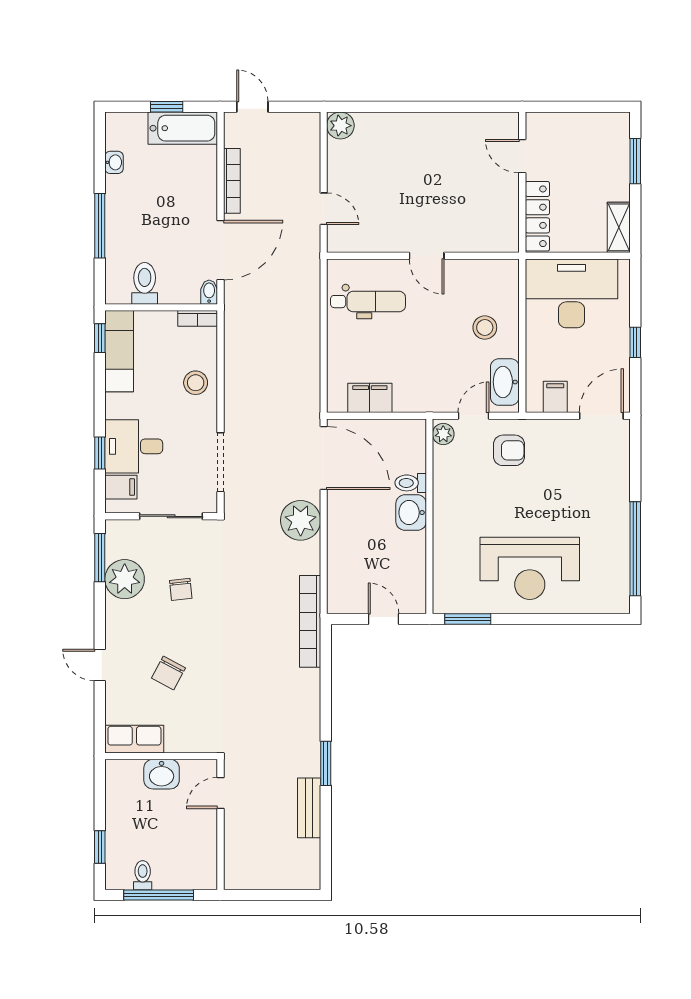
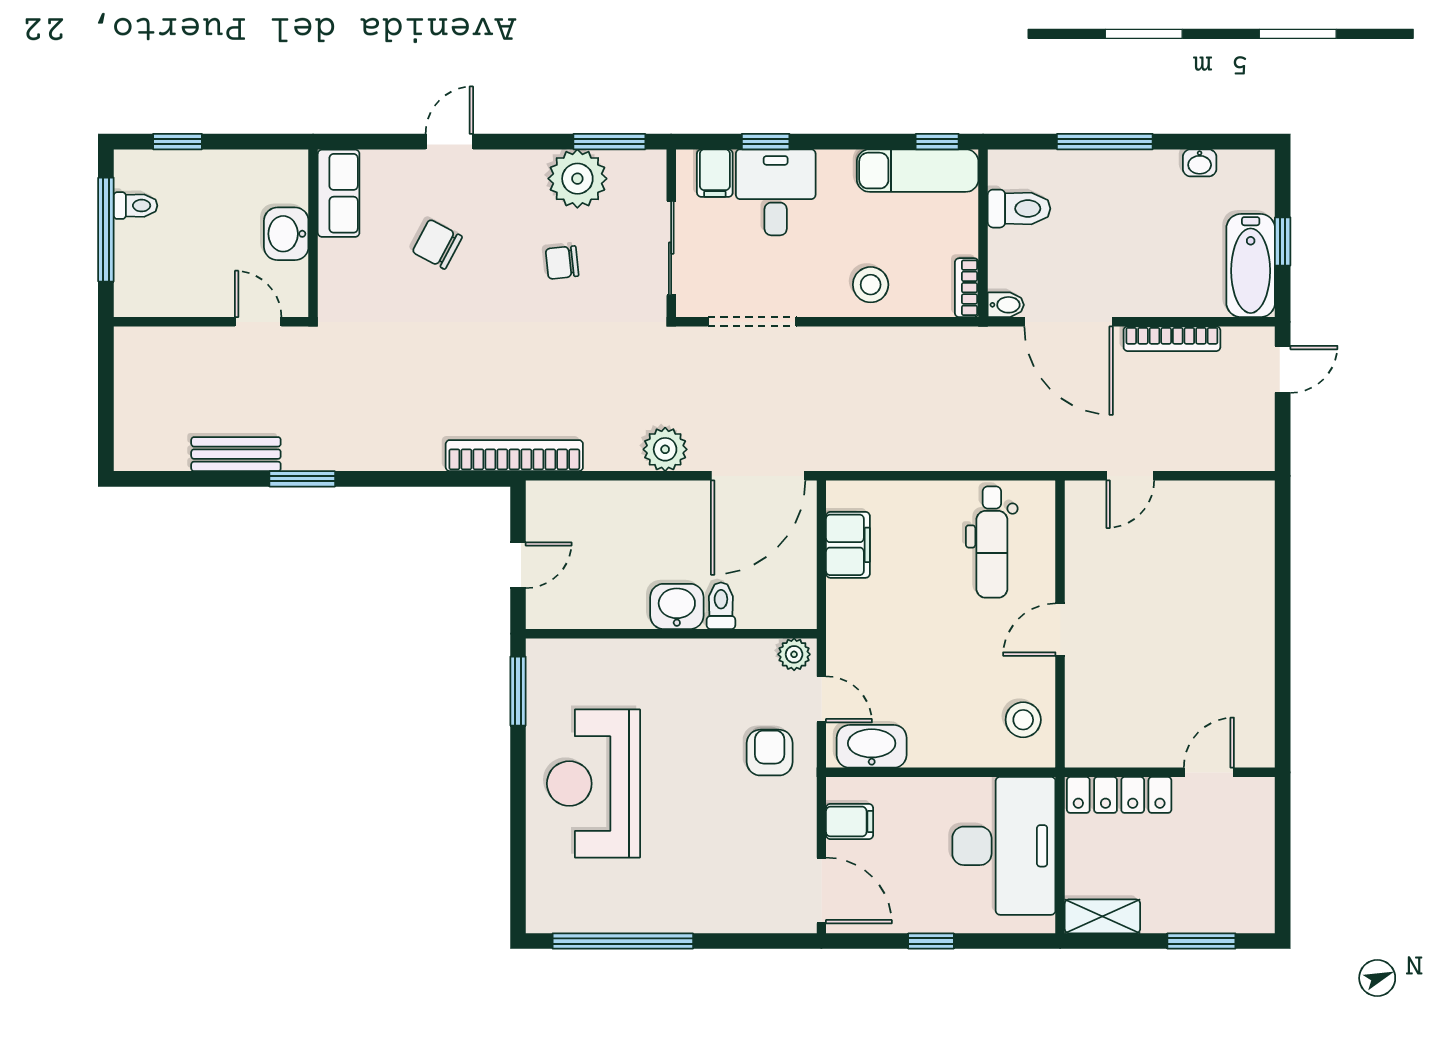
plant: (340, 126) -> (1255, 501), removed
stool: (485, 328) -> (1023, 720), moved
armchair: (509, 450) -> (770, 753), turned 180
plant: (301, 520) -> (665, 449), width x0.73, depth x0.73

